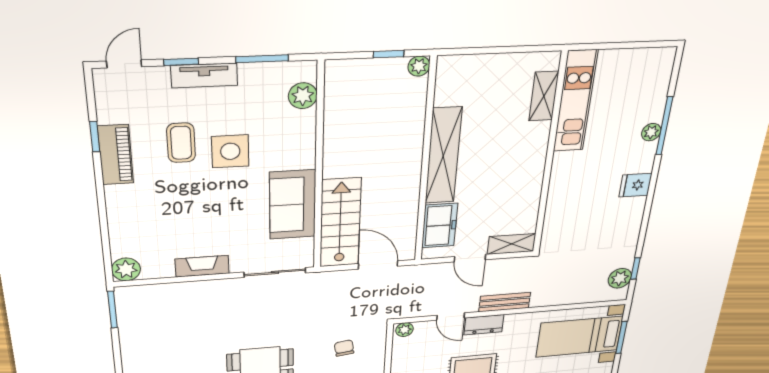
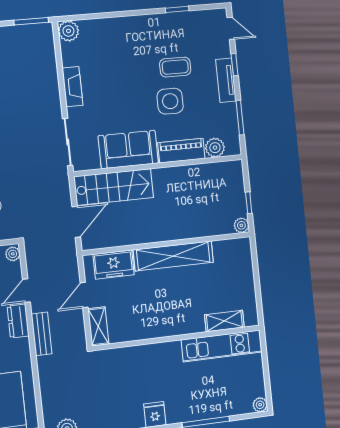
plant: (651, 132) -> (260, 405), moved
piano: (116, 155) -> (181, 151), moved, turned 180

